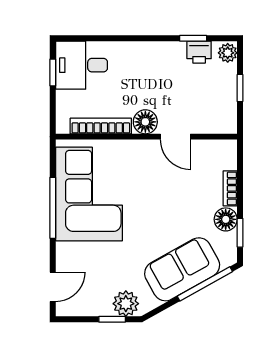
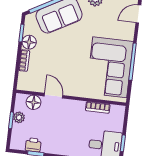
plant: (228, 53) -> (19, 117), moved
floor lamp: (145, 122) -> (33, 102), moved
bookcase: (101, 126) -> (98, 107), width x0.64

